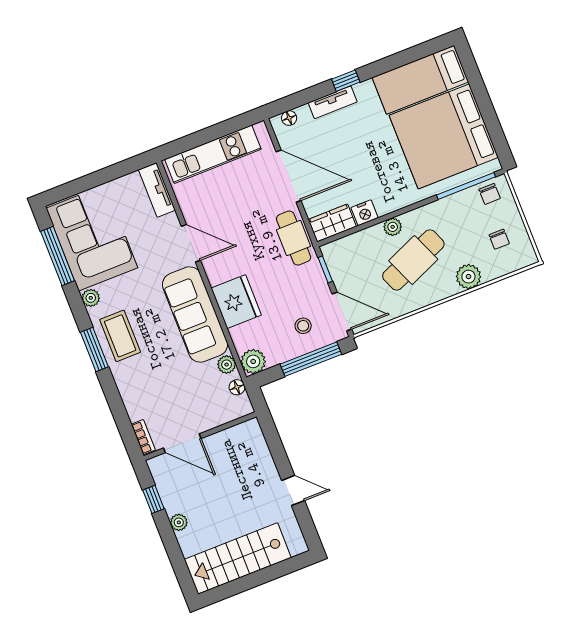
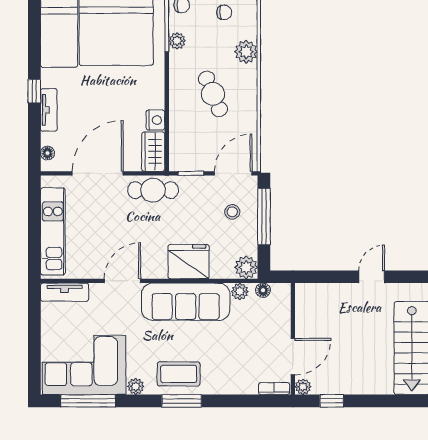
plant: (393, 227) -> (177, 41), moved
cafe table: (413, 260) -> (213, 94), width x0.73, depth x0.74
plant: (179, 522) -> (303, 387), moved

